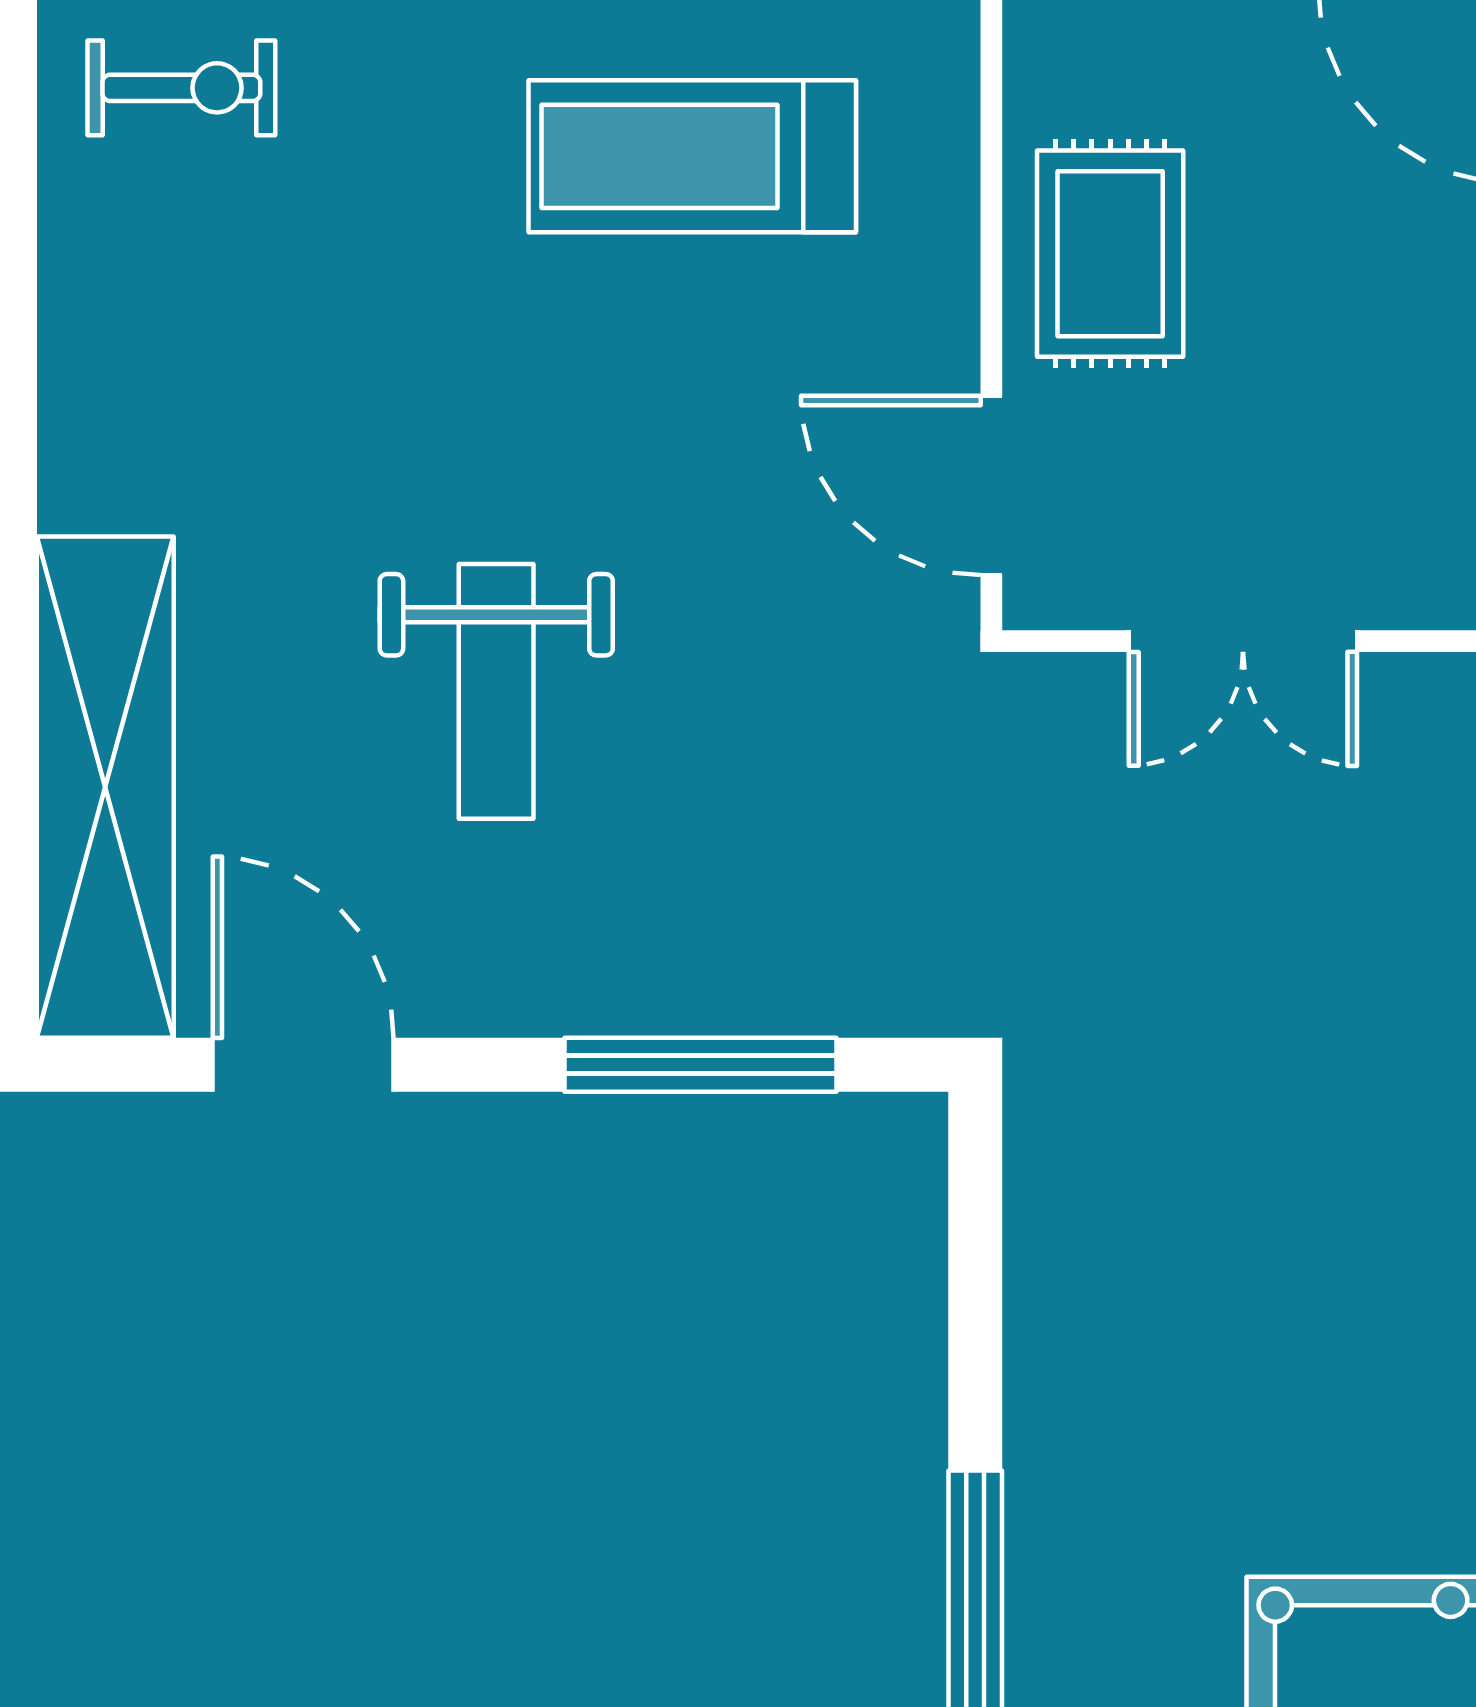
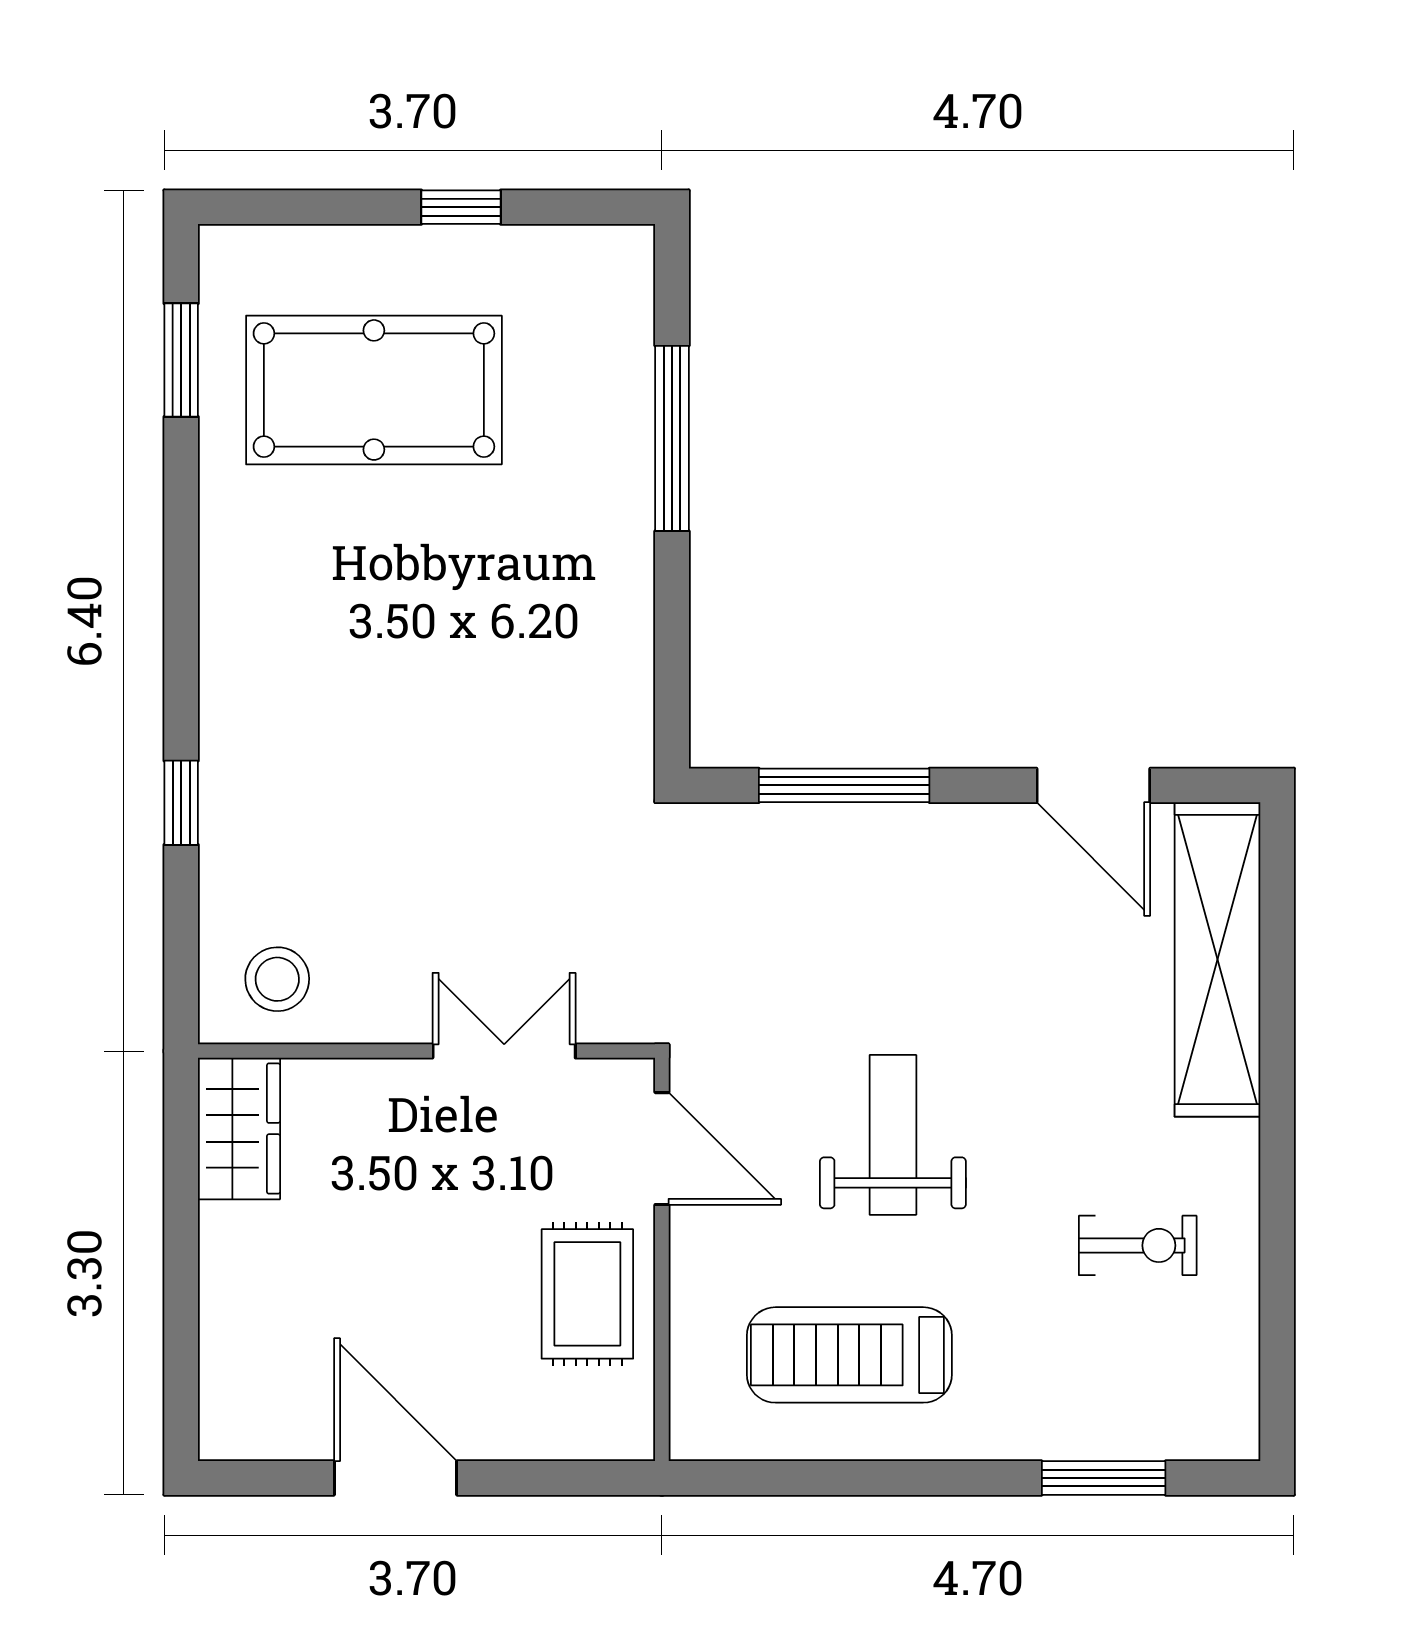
exercise bike: (181, 88) -> (1138, 1245), moved, turned 180
treadmill: (692, 156) -> (849, 1355), turned 180
weight bench: (496, 691) -> (893, 1135), moved

